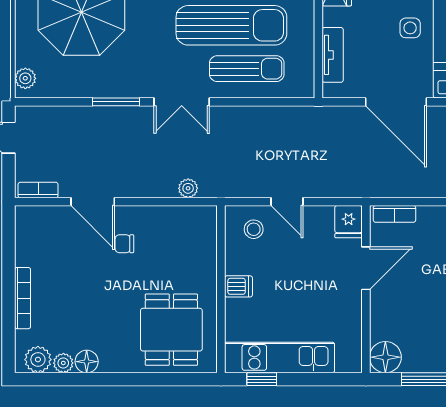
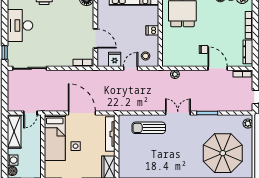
sun lounger: (231, 25) -> (156, 147), removed
tv unit: (333, 55) -> (110, 134), width x1.41
door: (287, 202) -> (131, 68), hinge flipped
fridge: (349, 222) -> (115, 59), moved
dresser: (25, 238) -> (248, 52), added
door: (366, 268) -> (95, 39), swing flipped

